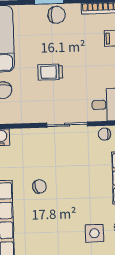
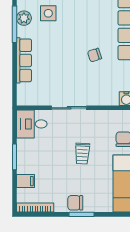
trolley: (50, 72) -> (82, 154), turned 93
chair: (104, 134) -> (37, 99), removed

